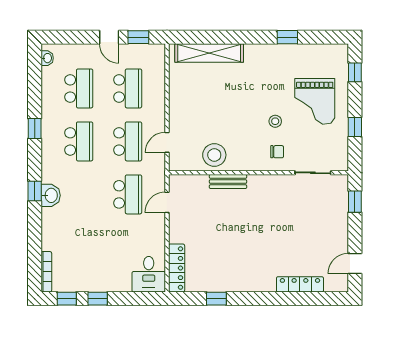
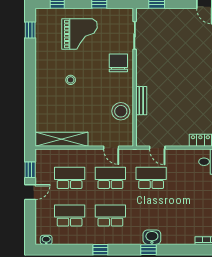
window: (287, 37) -> (30, 30), moved
shelving: (209, 53) -> (62, 139), moved, turned 90
stool: (275, 121) -> (71, 80), moved
chair: (277, 152) -> (118, 63), width x1.87, depth x1.87

